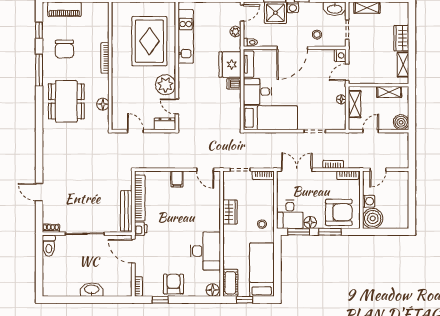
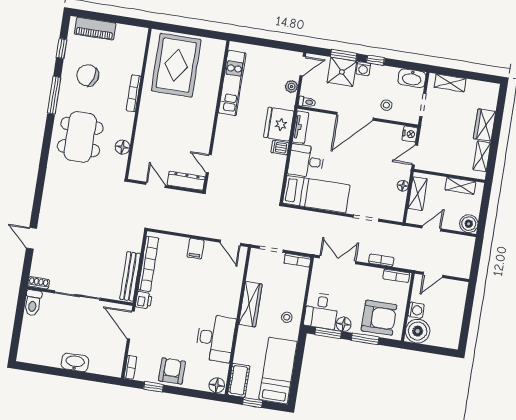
rug: (149, 41) -> (176, 65), moved
chair: (64, 49) -> (88, 75), turned 107
plant: (165, 85) -> (200, 136), removed
dresser: (165, 124) -> (186, 181), width x1.44
wardrobe: (230, 212) -> (250, 304), width x1.50

